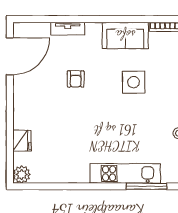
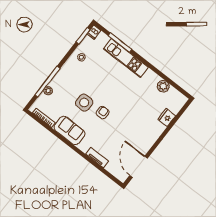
door: (10, 56) -> (139, 167), hinge flipped
armchair: (76, 79) -> (103, 113), moved
plant: (22, 174) -> (163, 86), moved

